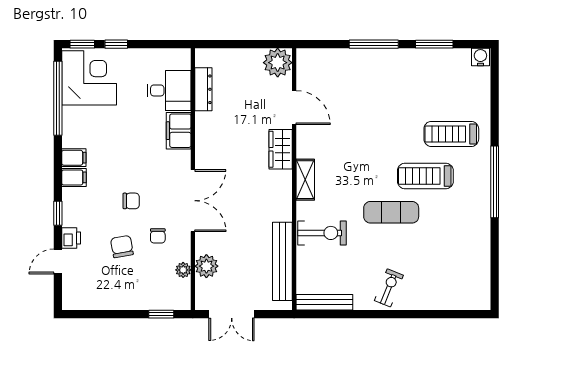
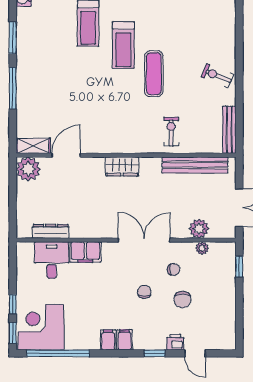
wardrobe: (281, 149) -> (122, 166), moved
shelving: (305, 180) -> (33, 146), moved
exercise bike: (322, 233) -> (171, 132), width x0.73, depth x0.72
chair: (122, 246) -> (182, 300), turned -80

